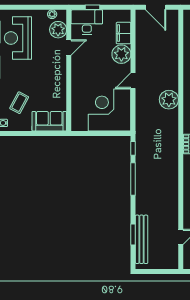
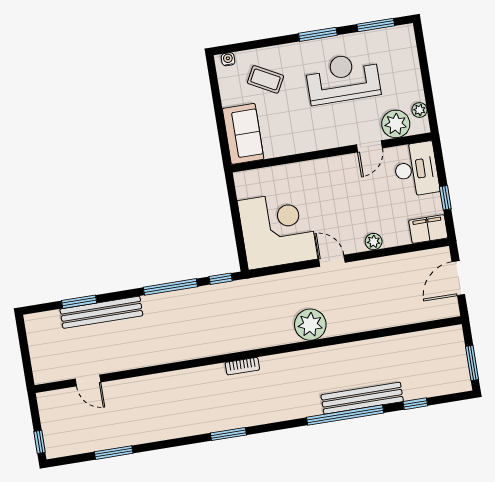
window: (92, 7) -> (445, 198), moved
filing cabinet: (124, 33) -> (428, 229), moved
reception desk: (18, 38) -> (343, 78), moved
door: (69, 47) -> (369, 146), hinge flipped
plant: (121, 54) -> (374, 242), width x0.53, depth x0.53
bench: (142, 239) -> (101, 312), moved

